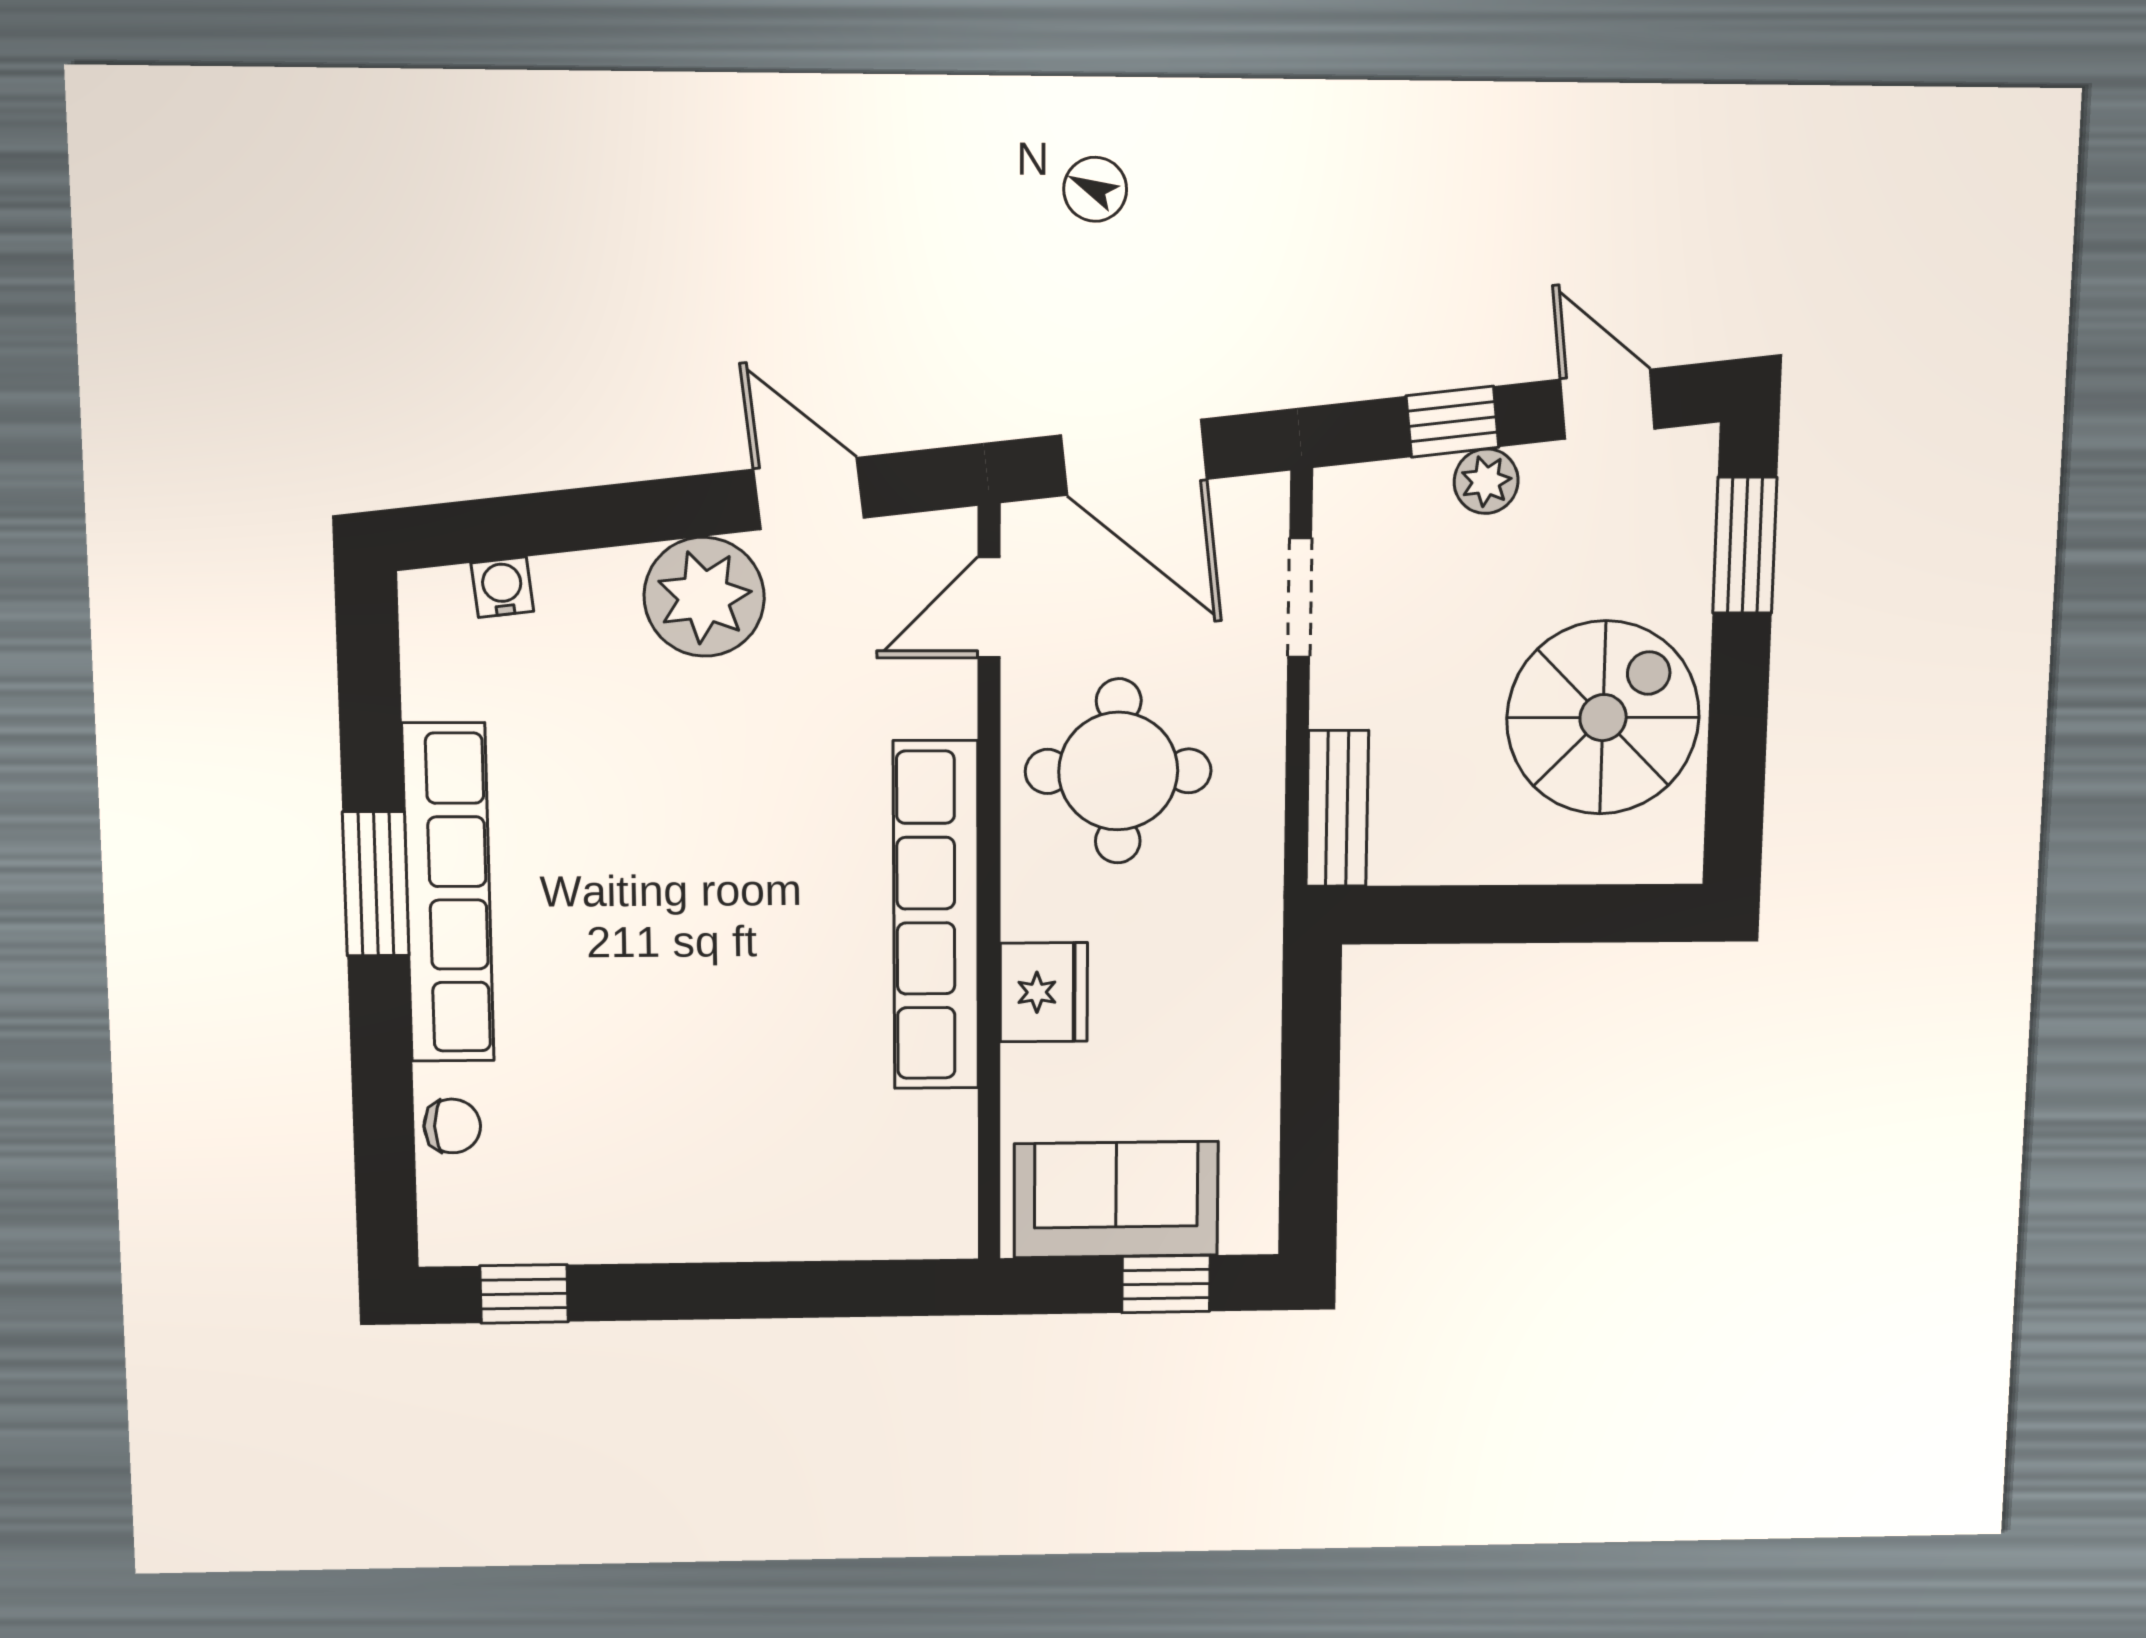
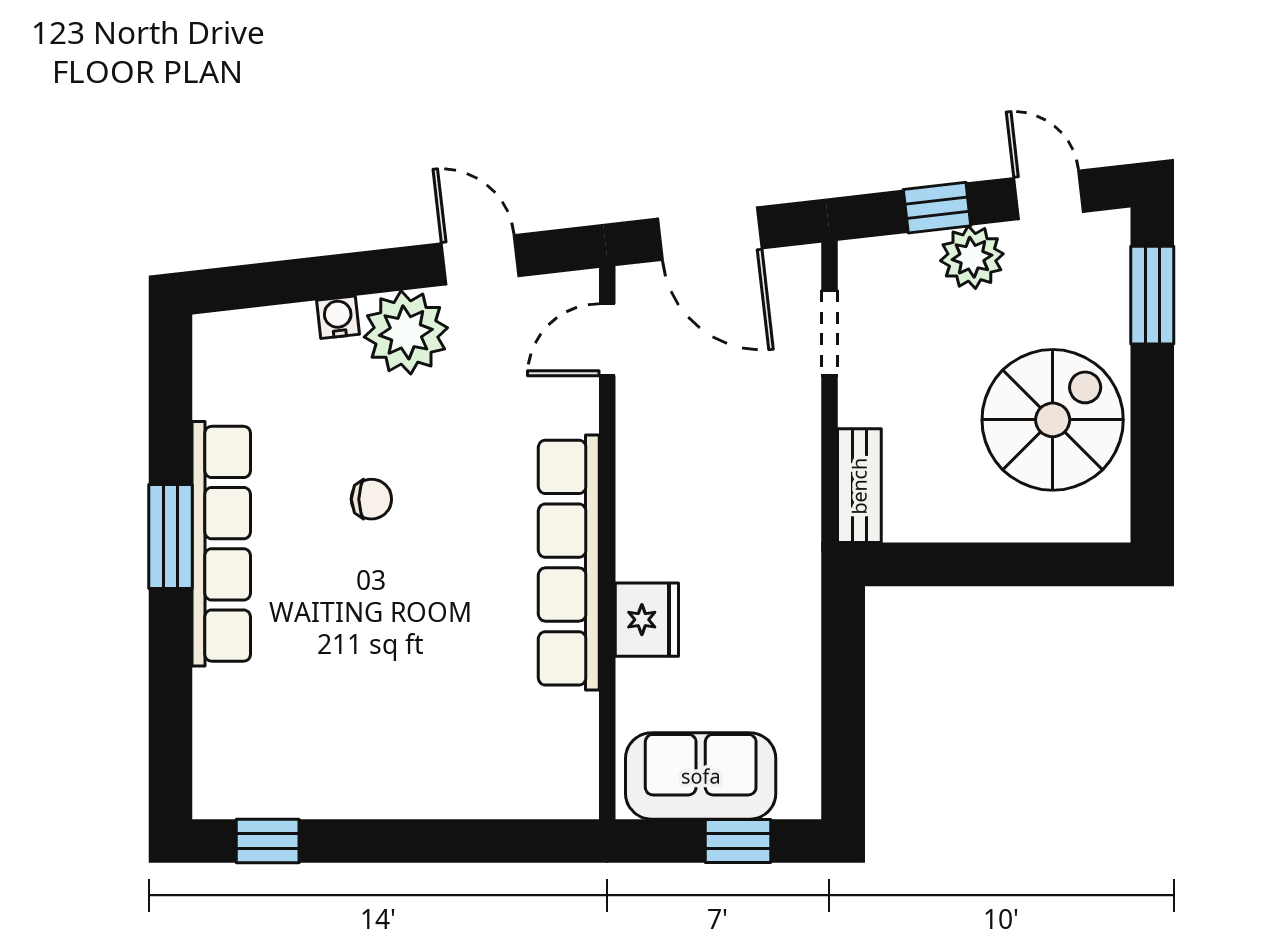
plant: (1486, 481) -> (972, 257), width x1.38, depth x1.38
water cooler: (502, 587) -> (338, 317), moved
round table: (1118, 771) -> (700, 458), removed
chair: (452, 1126) -> (371, 499), moved

